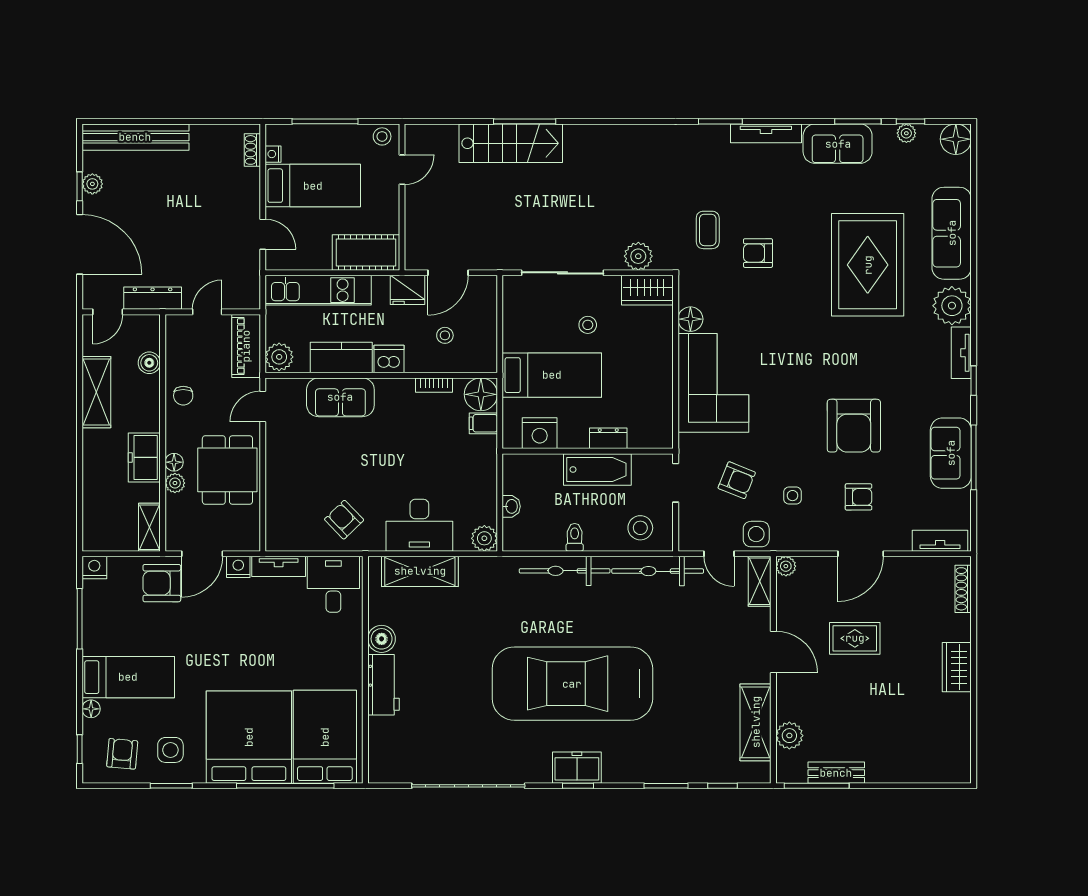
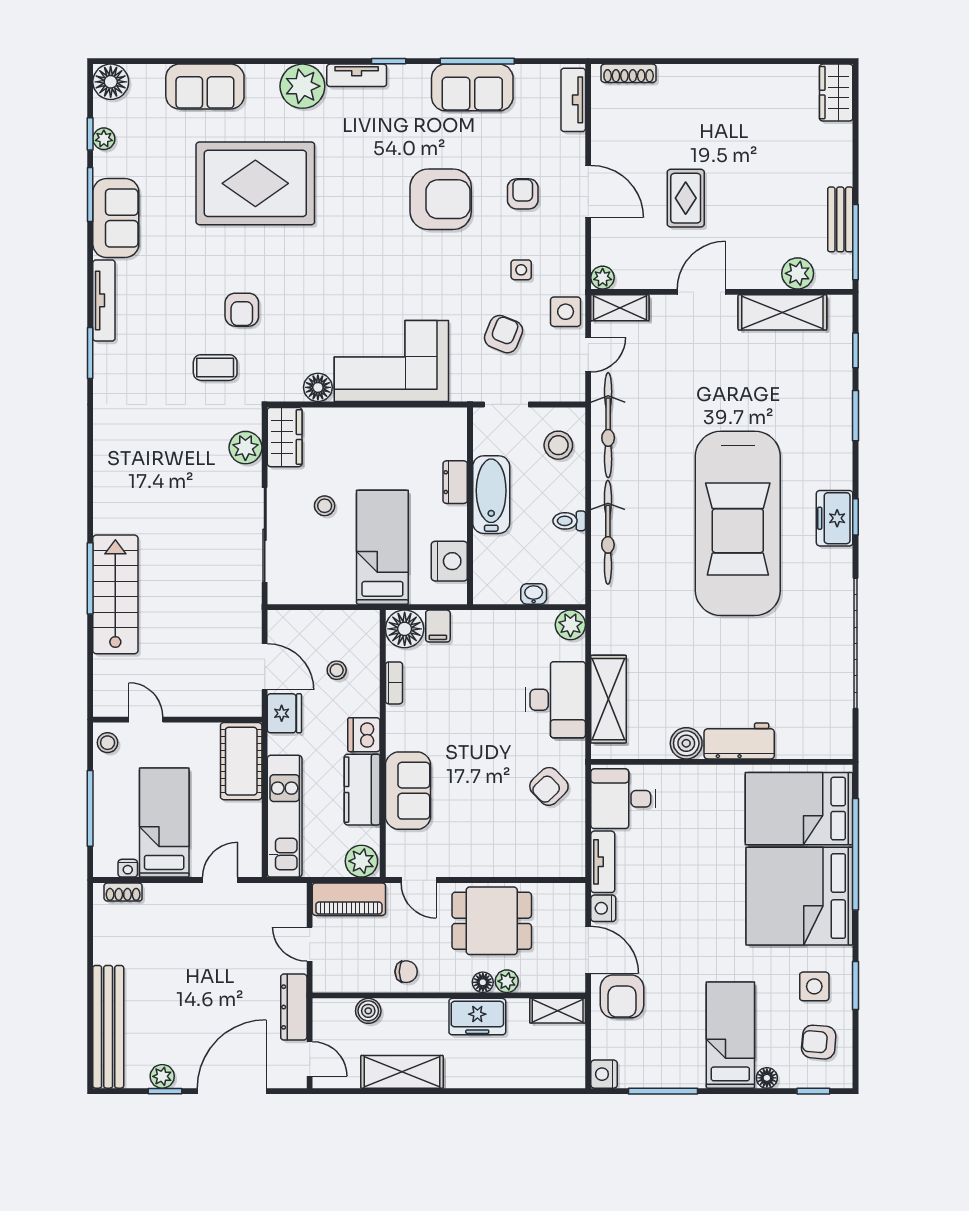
sofa: (952, 233) -> (205, 87), width x0.73
wardrobe: (957, 667) -> (836, 93), moved, turned 90

